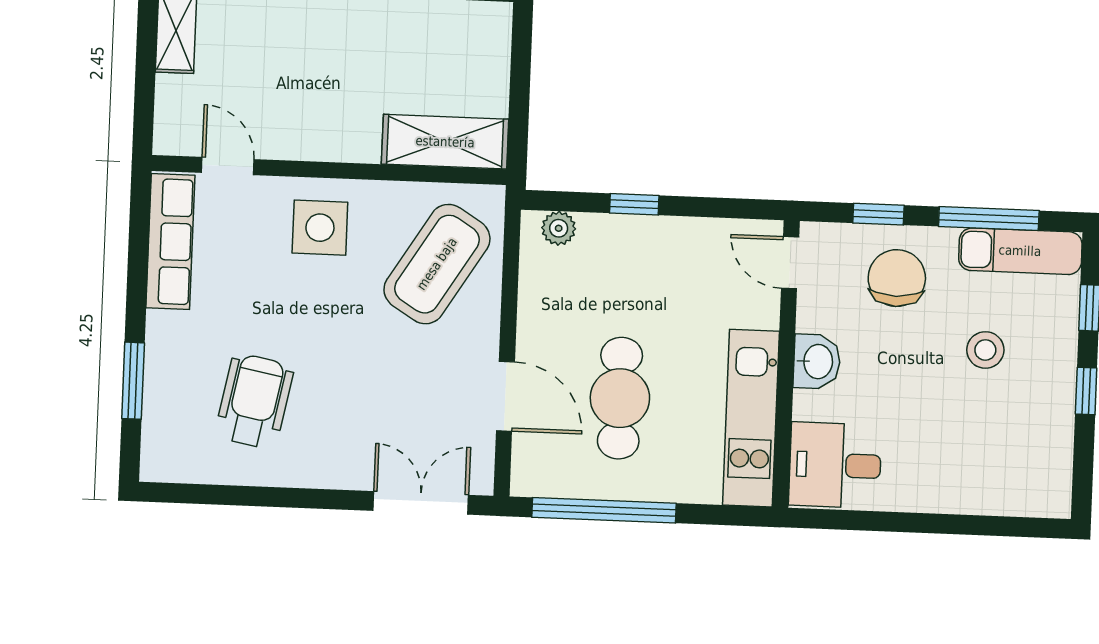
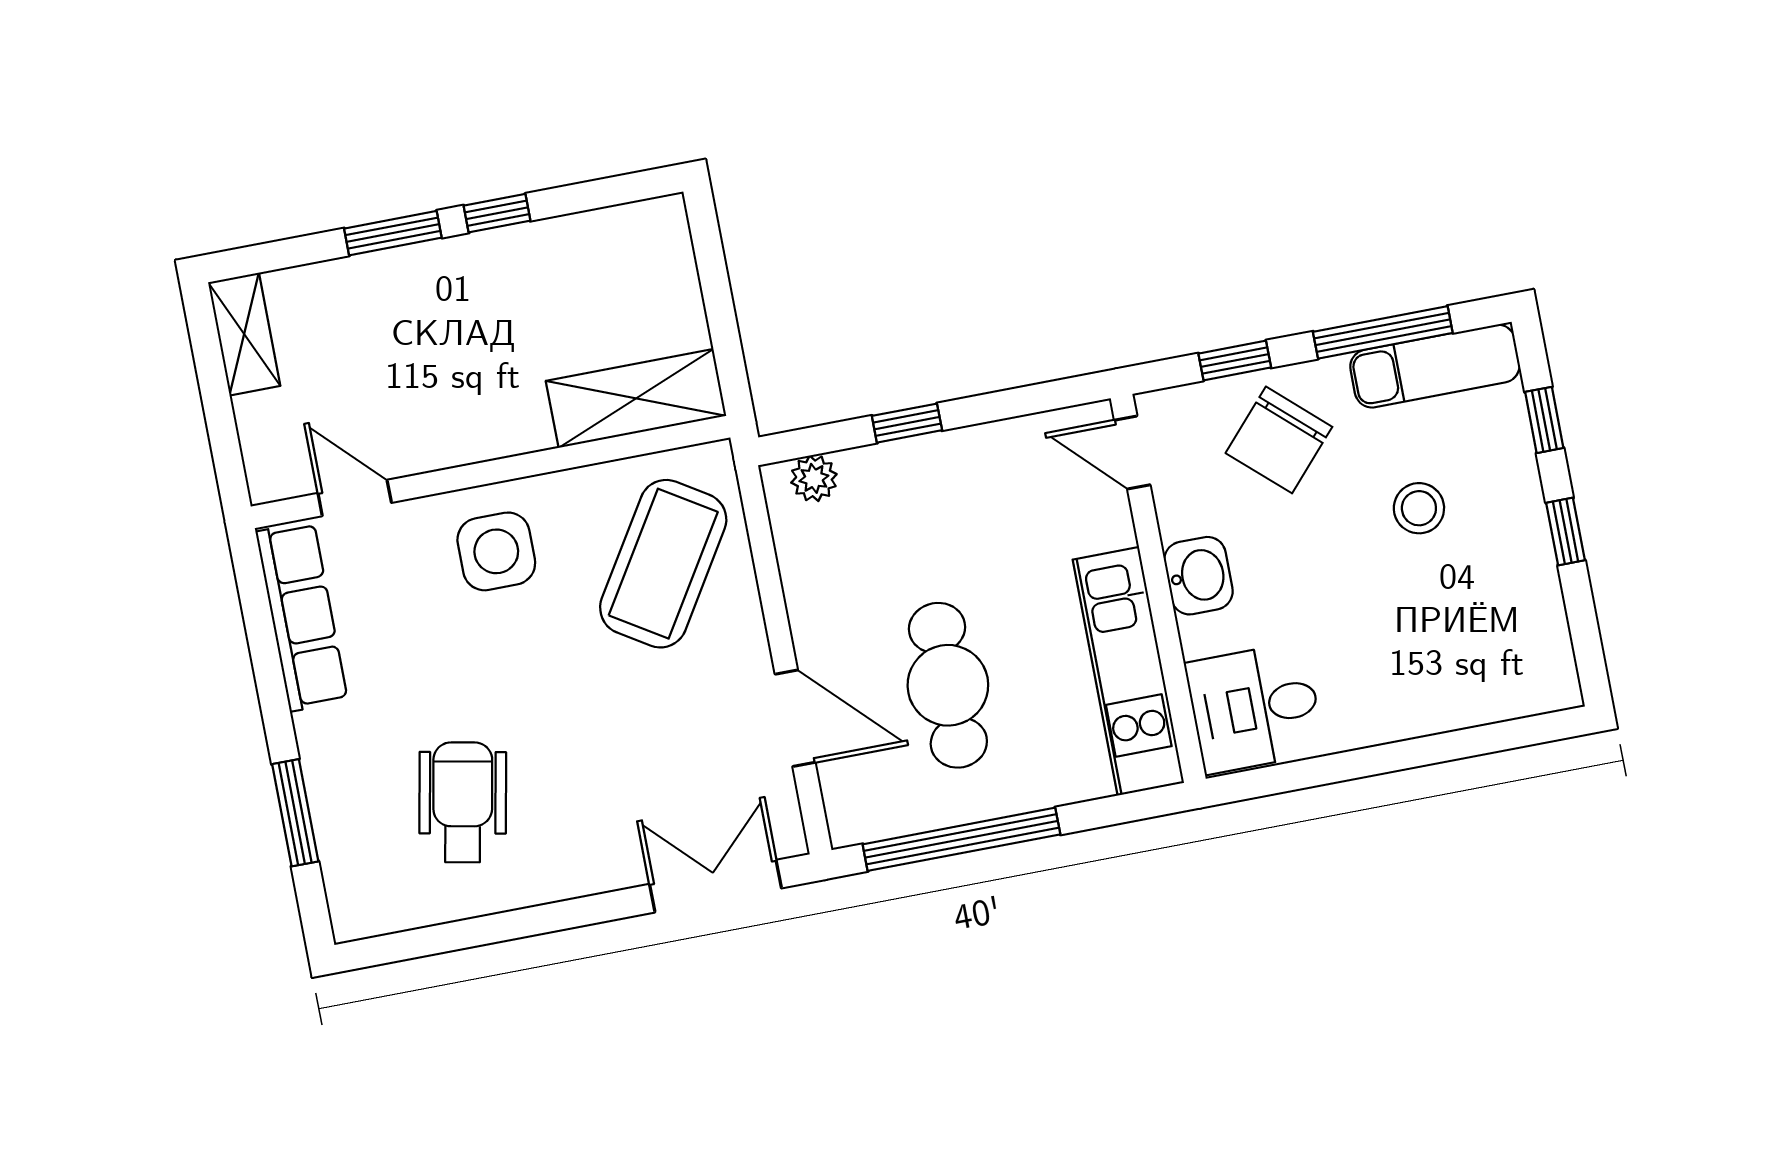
chair: (897, 278) -> (1279, 440), turned -138

